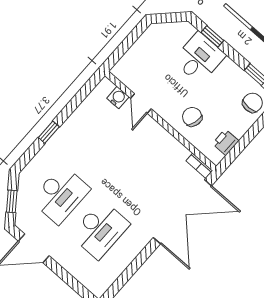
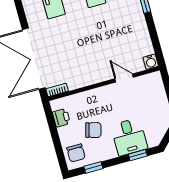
water cooler: (118, 98) -> (151, 62), moved
chair: (192, 117) -> (93, 130), moved

